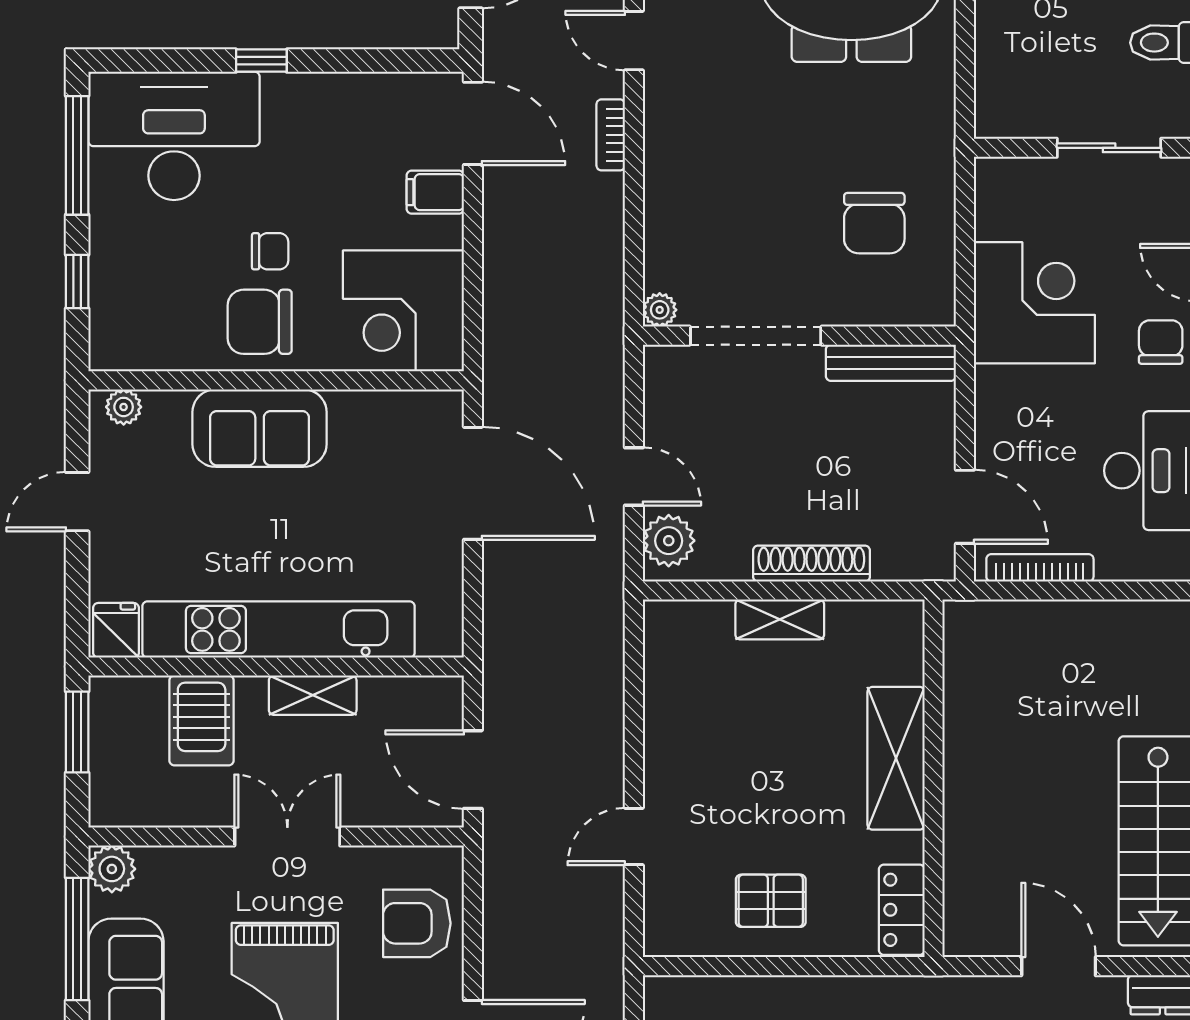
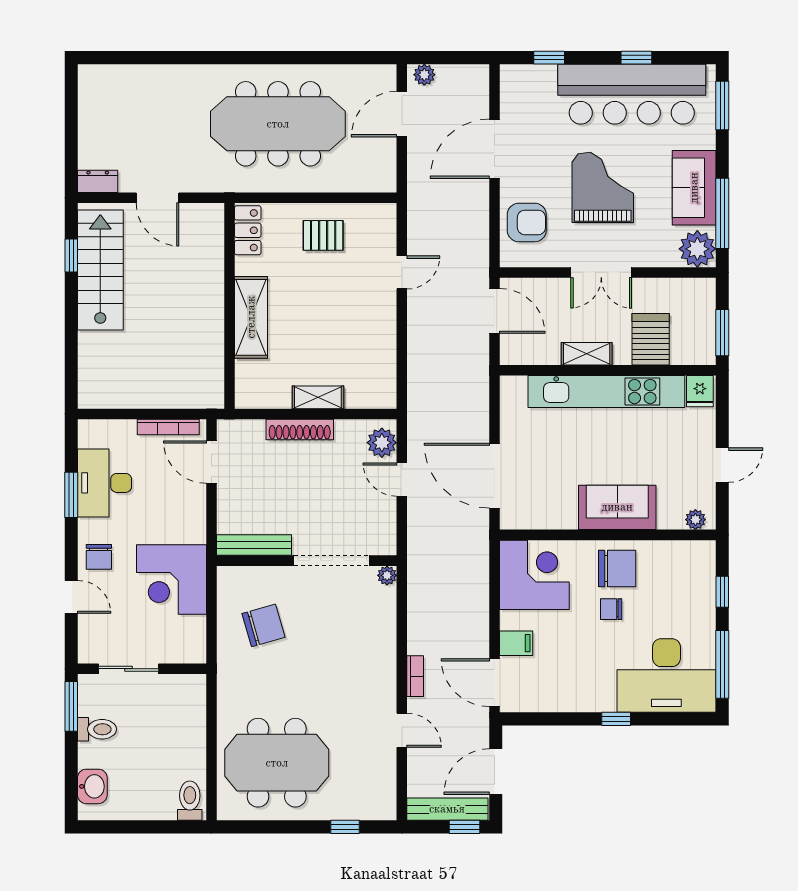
chair: (874, 223) -> (264, 625), turned 74
plant: (112, 869) -> (697, 249), width x1.36, depth x1.36

